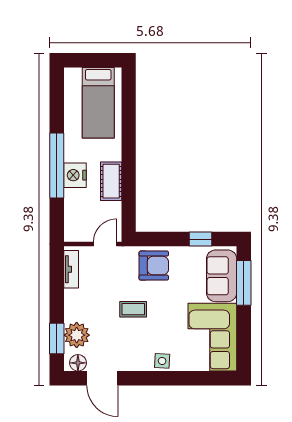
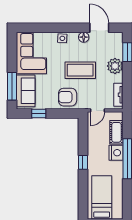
window: (129, 159) -> (83, 162), added
cot: (111, 181) -> (116, 132), moved
coffee table: (133, 309) -> (80, 70), width x1.86, depth x1.72
plant: (77, 335) -> (115, 66), moved
floor lamp: (78, 363) -> (84, 37), moved

